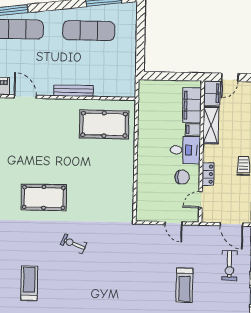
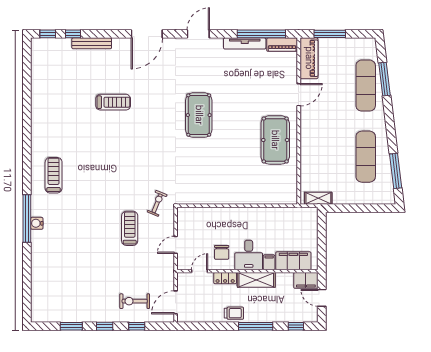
shelving: (130, 79) -> (318, 198), added
bench: (73, 91) -> (305, 143), removed
pool table: (104, 124) -> (275, 140), moved
shelving: (211, 125) -> (256, 280), moved
door: (201, 200) -> (200, 271), hinge flipped
exercise bike: (74, 244) -> (157, 203), moved
treadmill: (184, 285) -> (130, 228), moved, turned 90

